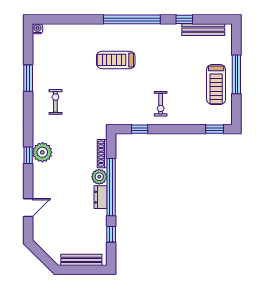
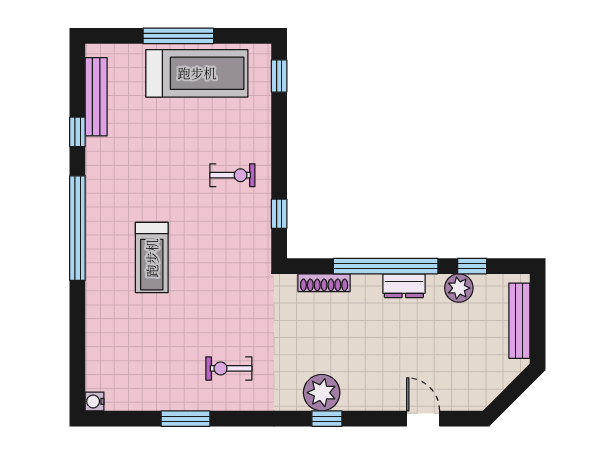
treadmill: (216, 84) -> (197, 73), width x1.37, depth x1.38
plant: (99, 177) -> (459, 288), moved

